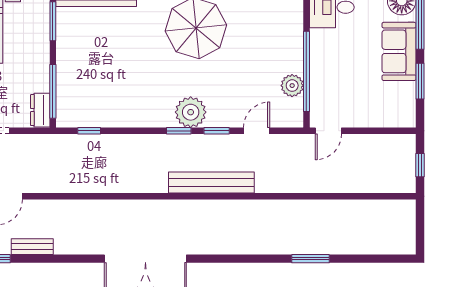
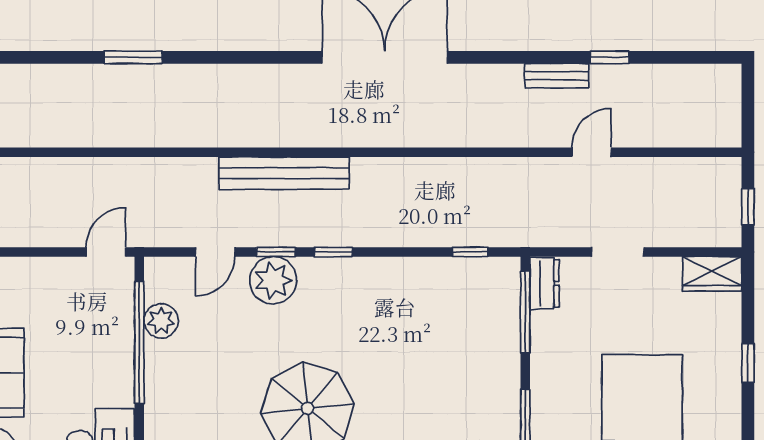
plant: (191, 112) -> (273, 280), moved

